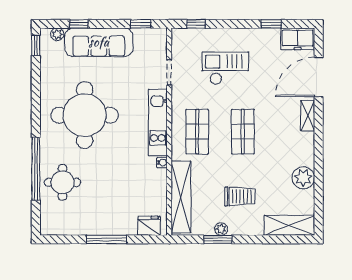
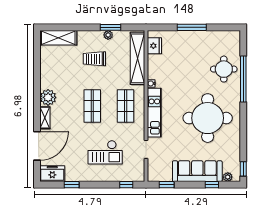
plant: (303, 178) -> (48, 97), moved
fridge: (149, 226) -> (154, 46), moved, turned -90

